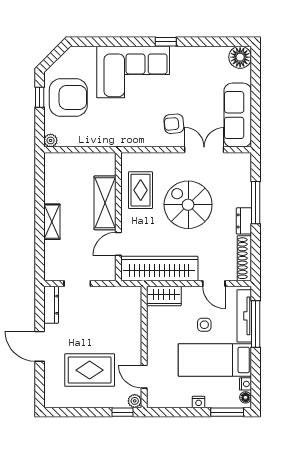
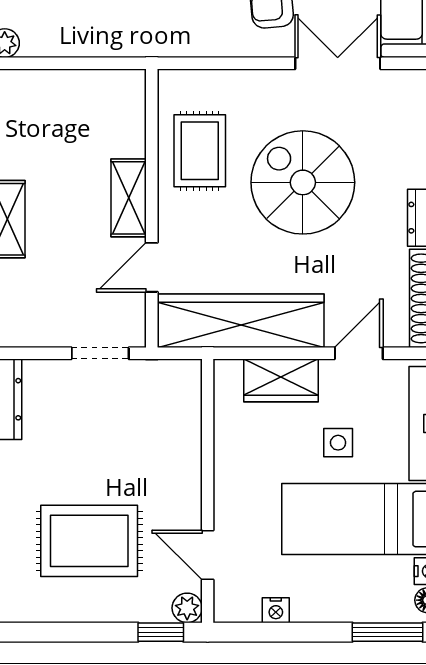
shelving: (105, 203) -> (129, 198), width x0.67, depth x0.75
doorway: (77, 283) -> (100, 353), moved
door: (214, 283) -> (359, 353), swing flipped
wardrobe: (164, 296) -> (281, 380), moved
nightstand: (199, 402) -> (276, 610), moved

